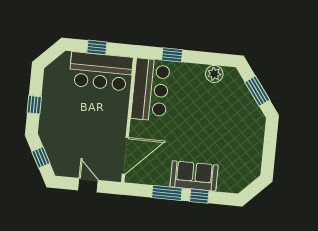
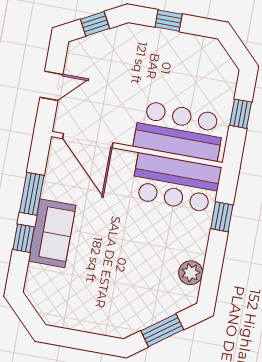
bar counter: (101, 71) -> (179, 131), moved, turned 90

